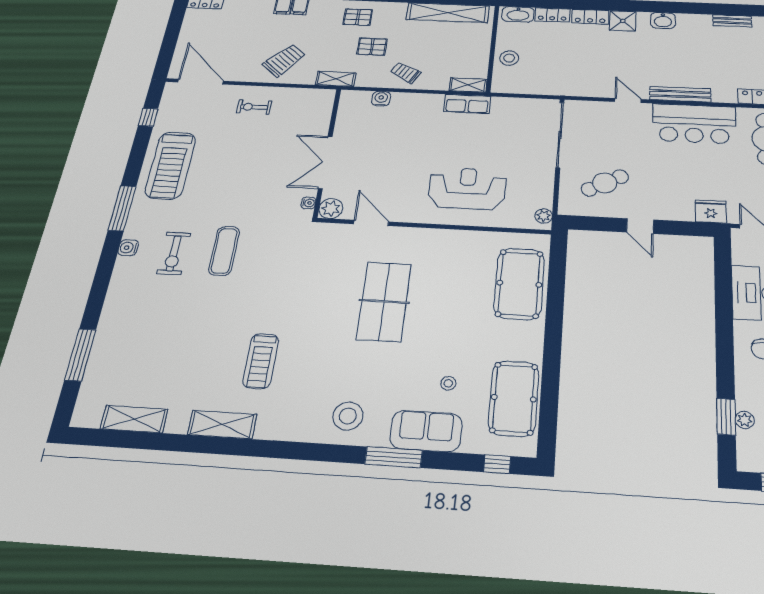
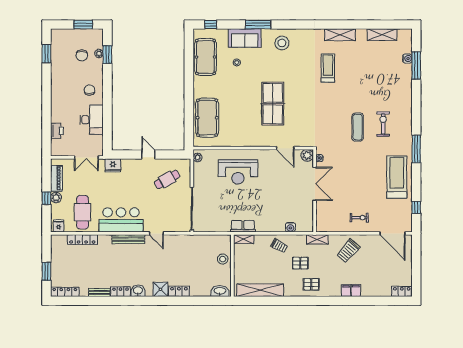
locker: (552, 15) -> (121, 292), moved
water cooler: (128, 248) -> (407, 59), moved

